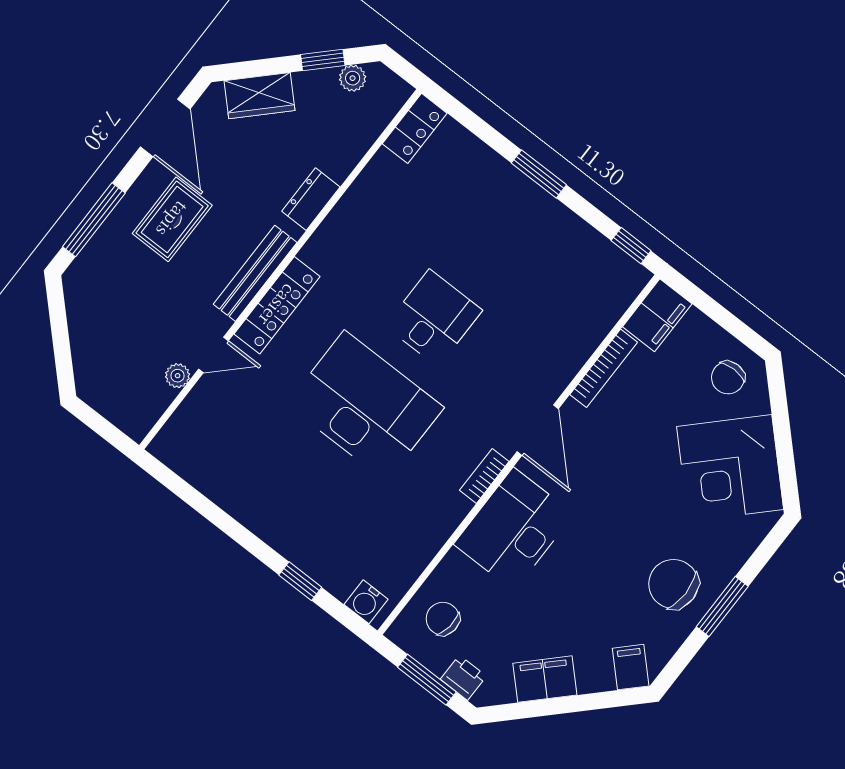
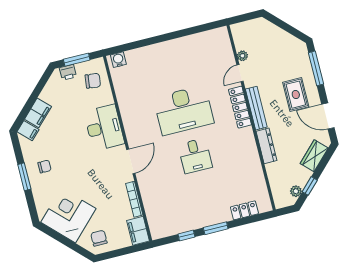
locker: (415, 128) -> (244, 210), moved, turned 90
dresser: (311, 199) -> (266, 146), width x1.44
window: (631, 246) -> (186, 236), moved
door: (538, 430) -> (131, 161), swing flipped
bookcase: (484, 476) -> (129, 132), removed
window: (300, 581) -> (142, 43), removed
chair: (674, 584) -> (44, 166), width x0.54, depth x0.54
filing cabinet: (545, 679) -> (38, 113), moved

